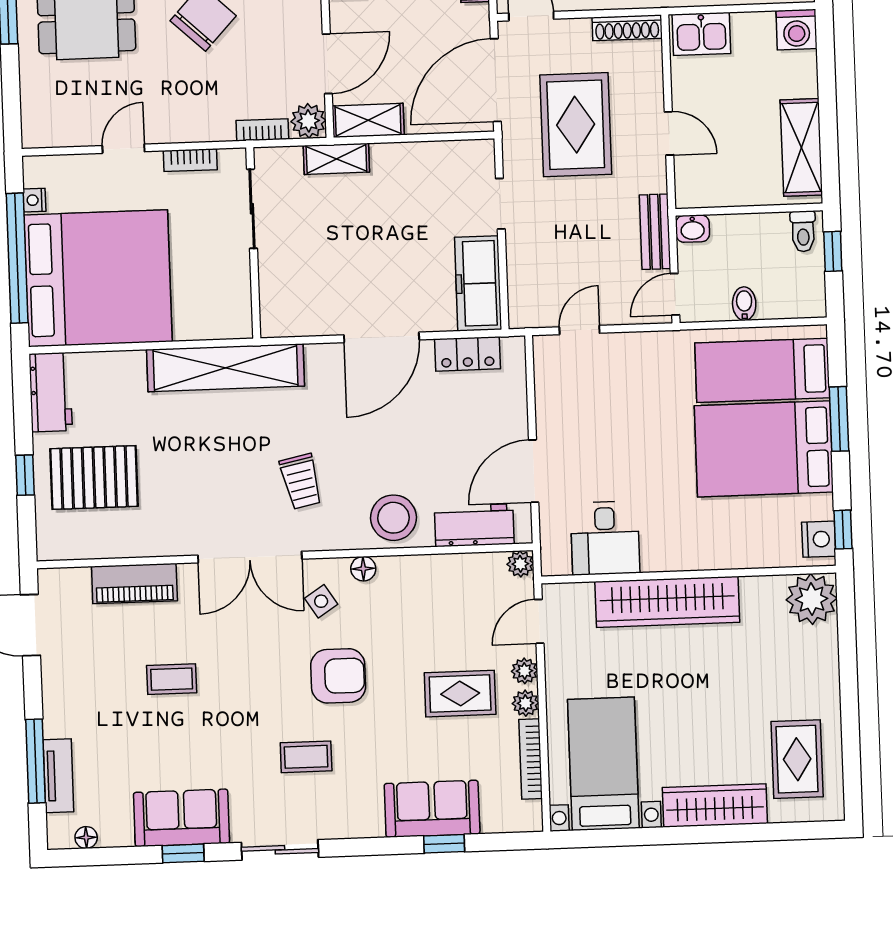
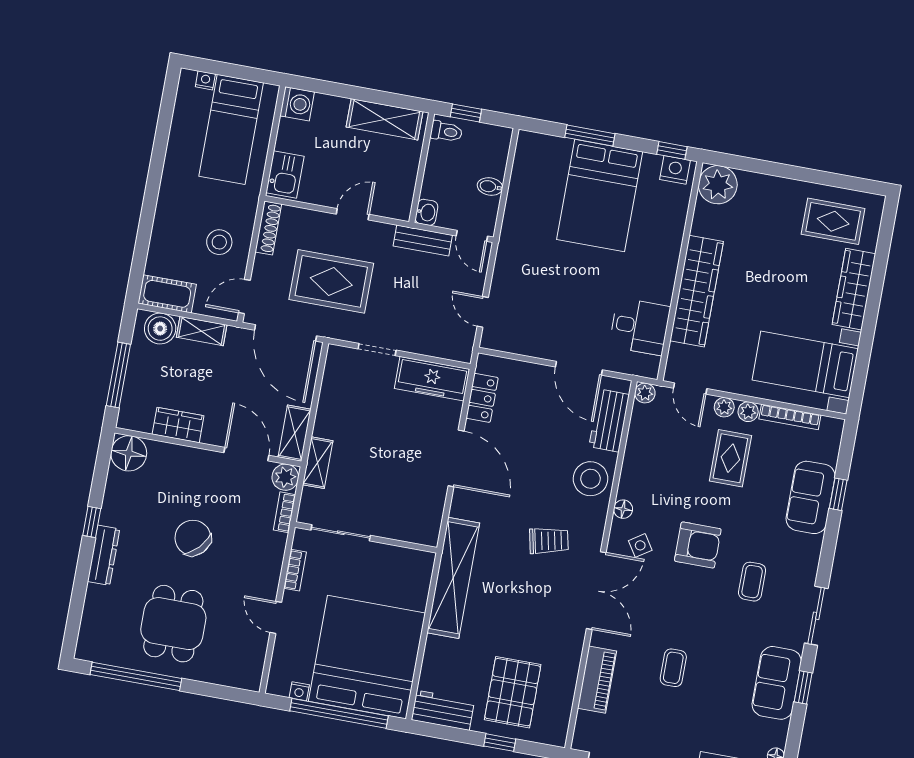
bed: (762, 370) -> (542, 184), removed
armchair: (338, 676) -> (698, 545), turned 90

